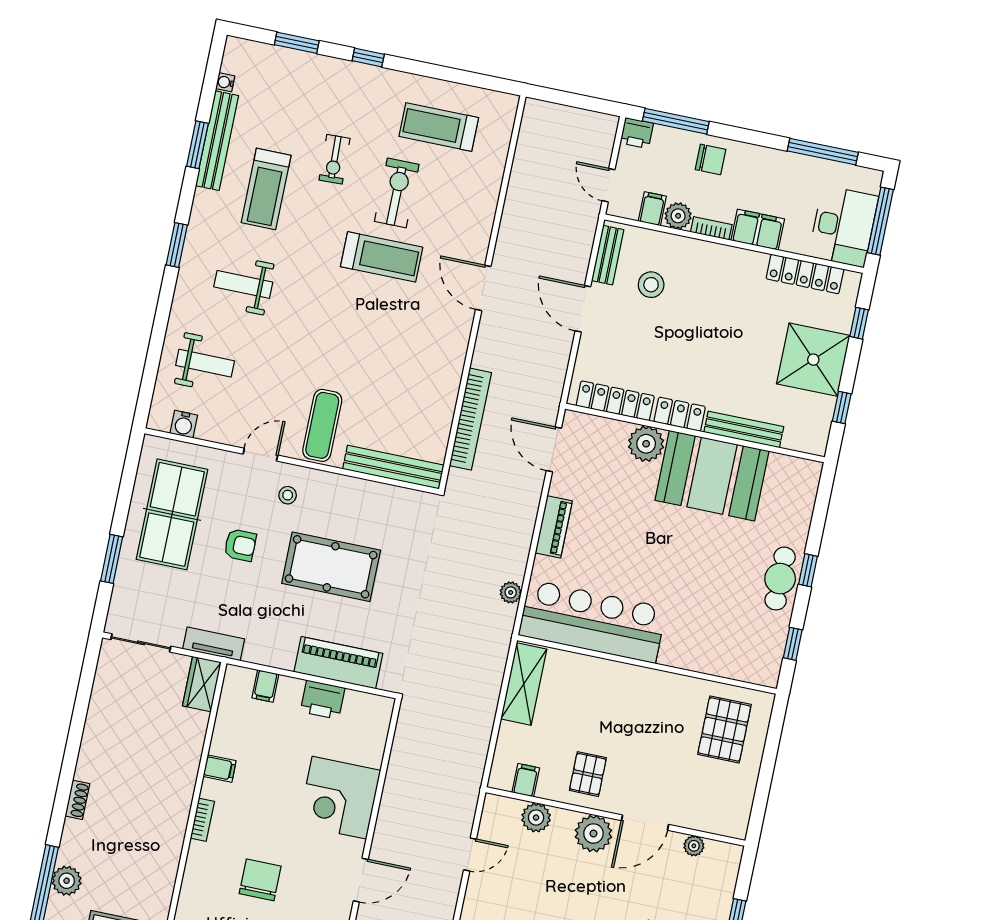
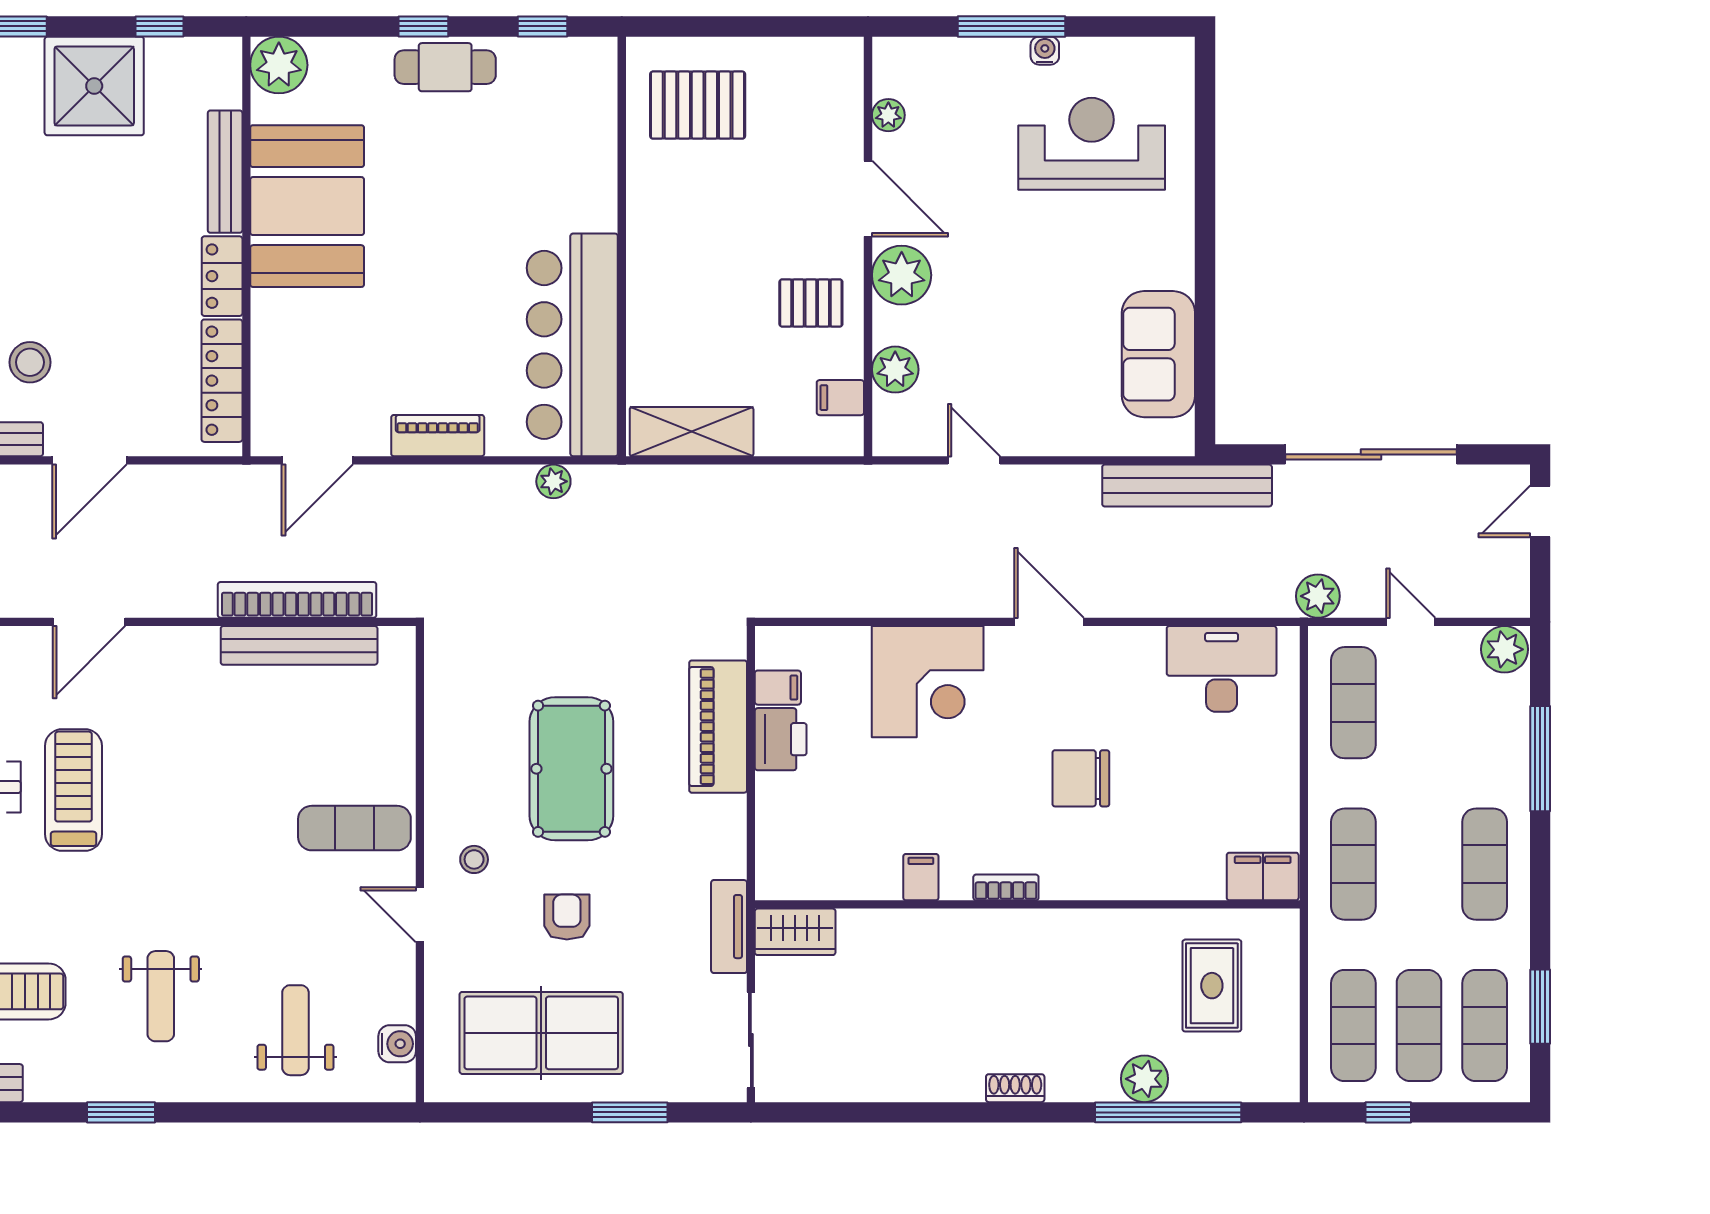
plant: (646, 444) -> (279, 65), moved
bench: (393, 467) -> (299, 645), moved, turned 90
filing cabinet: (265, 686) -> (778, 688), moved

